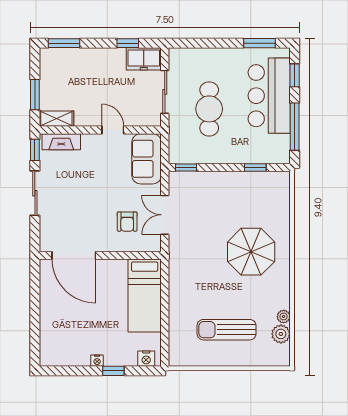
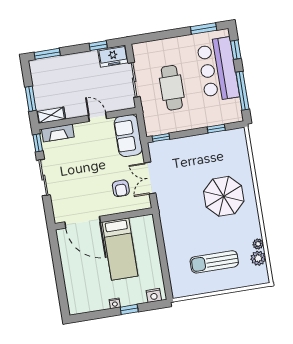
bed: (145, 296) -> (120, 249), moved

